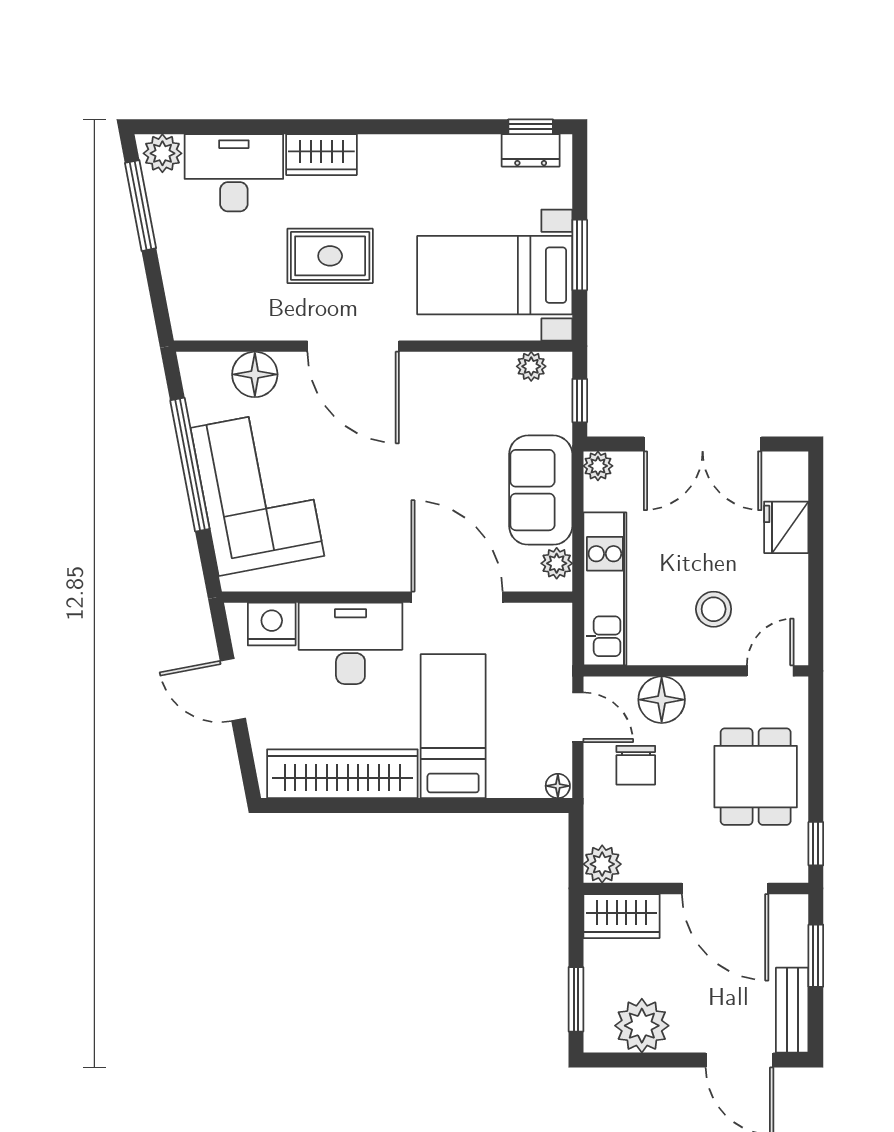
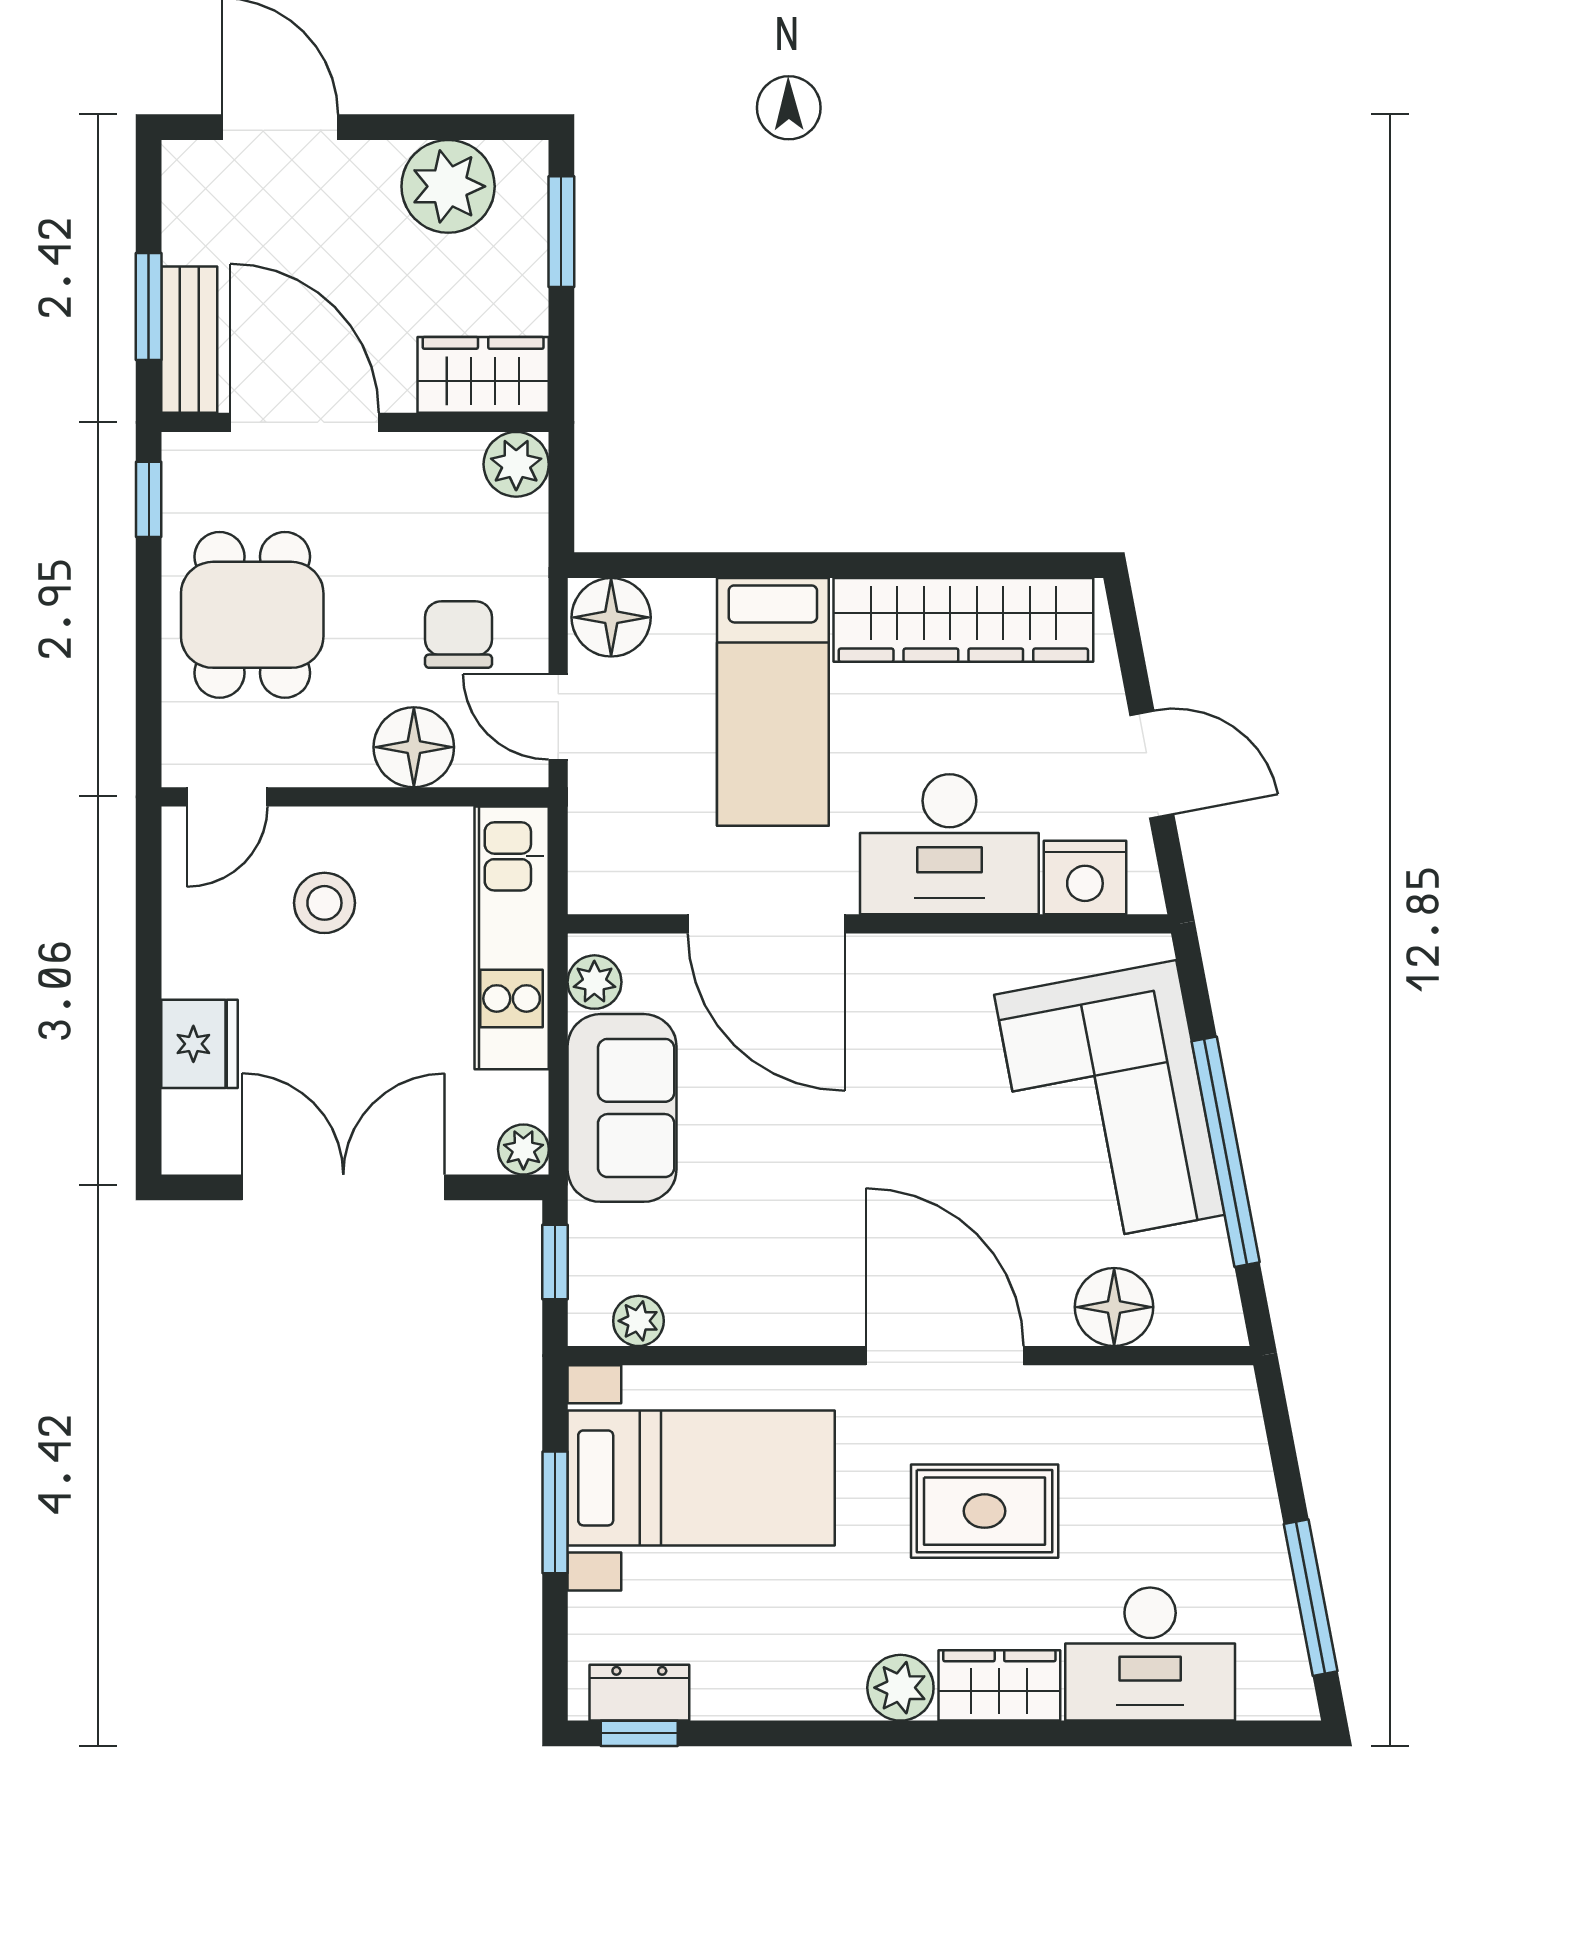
plant: (162, 153) -> (900, 1688), moved
floor lamp: (558, 786) -> (611, 617), width x1.89, depth x1.89
bench: (792, 1010) -> (189, 340), moved

